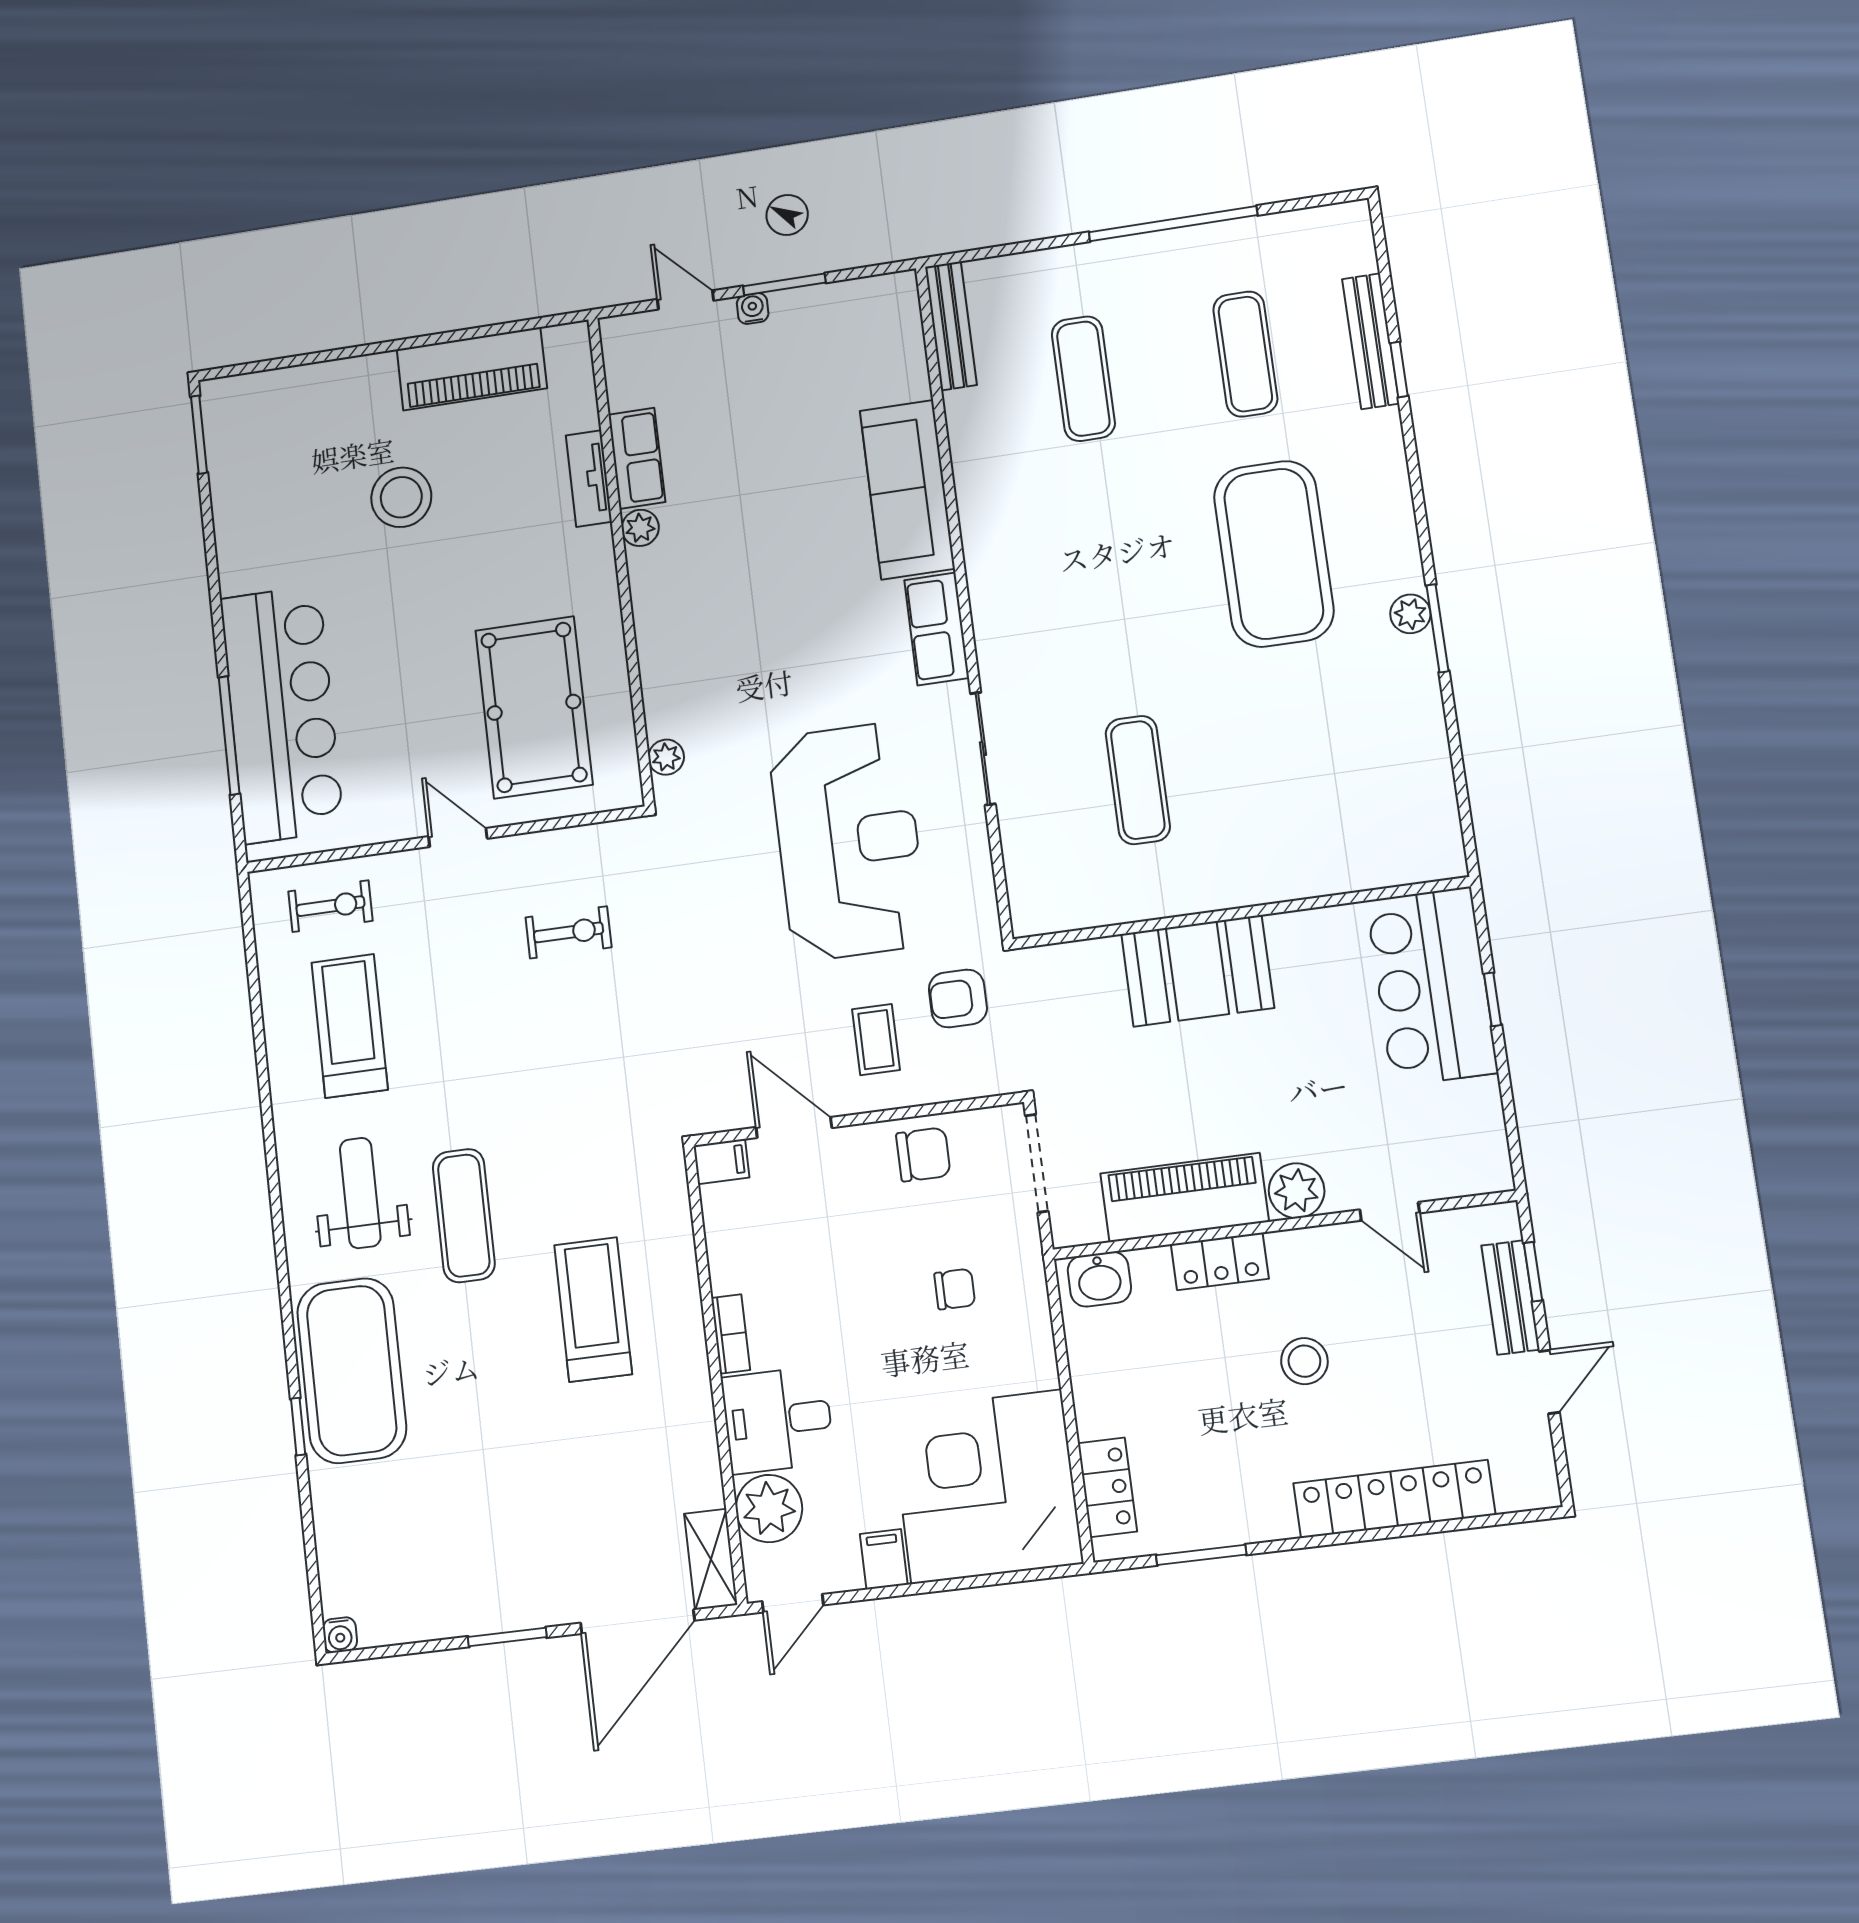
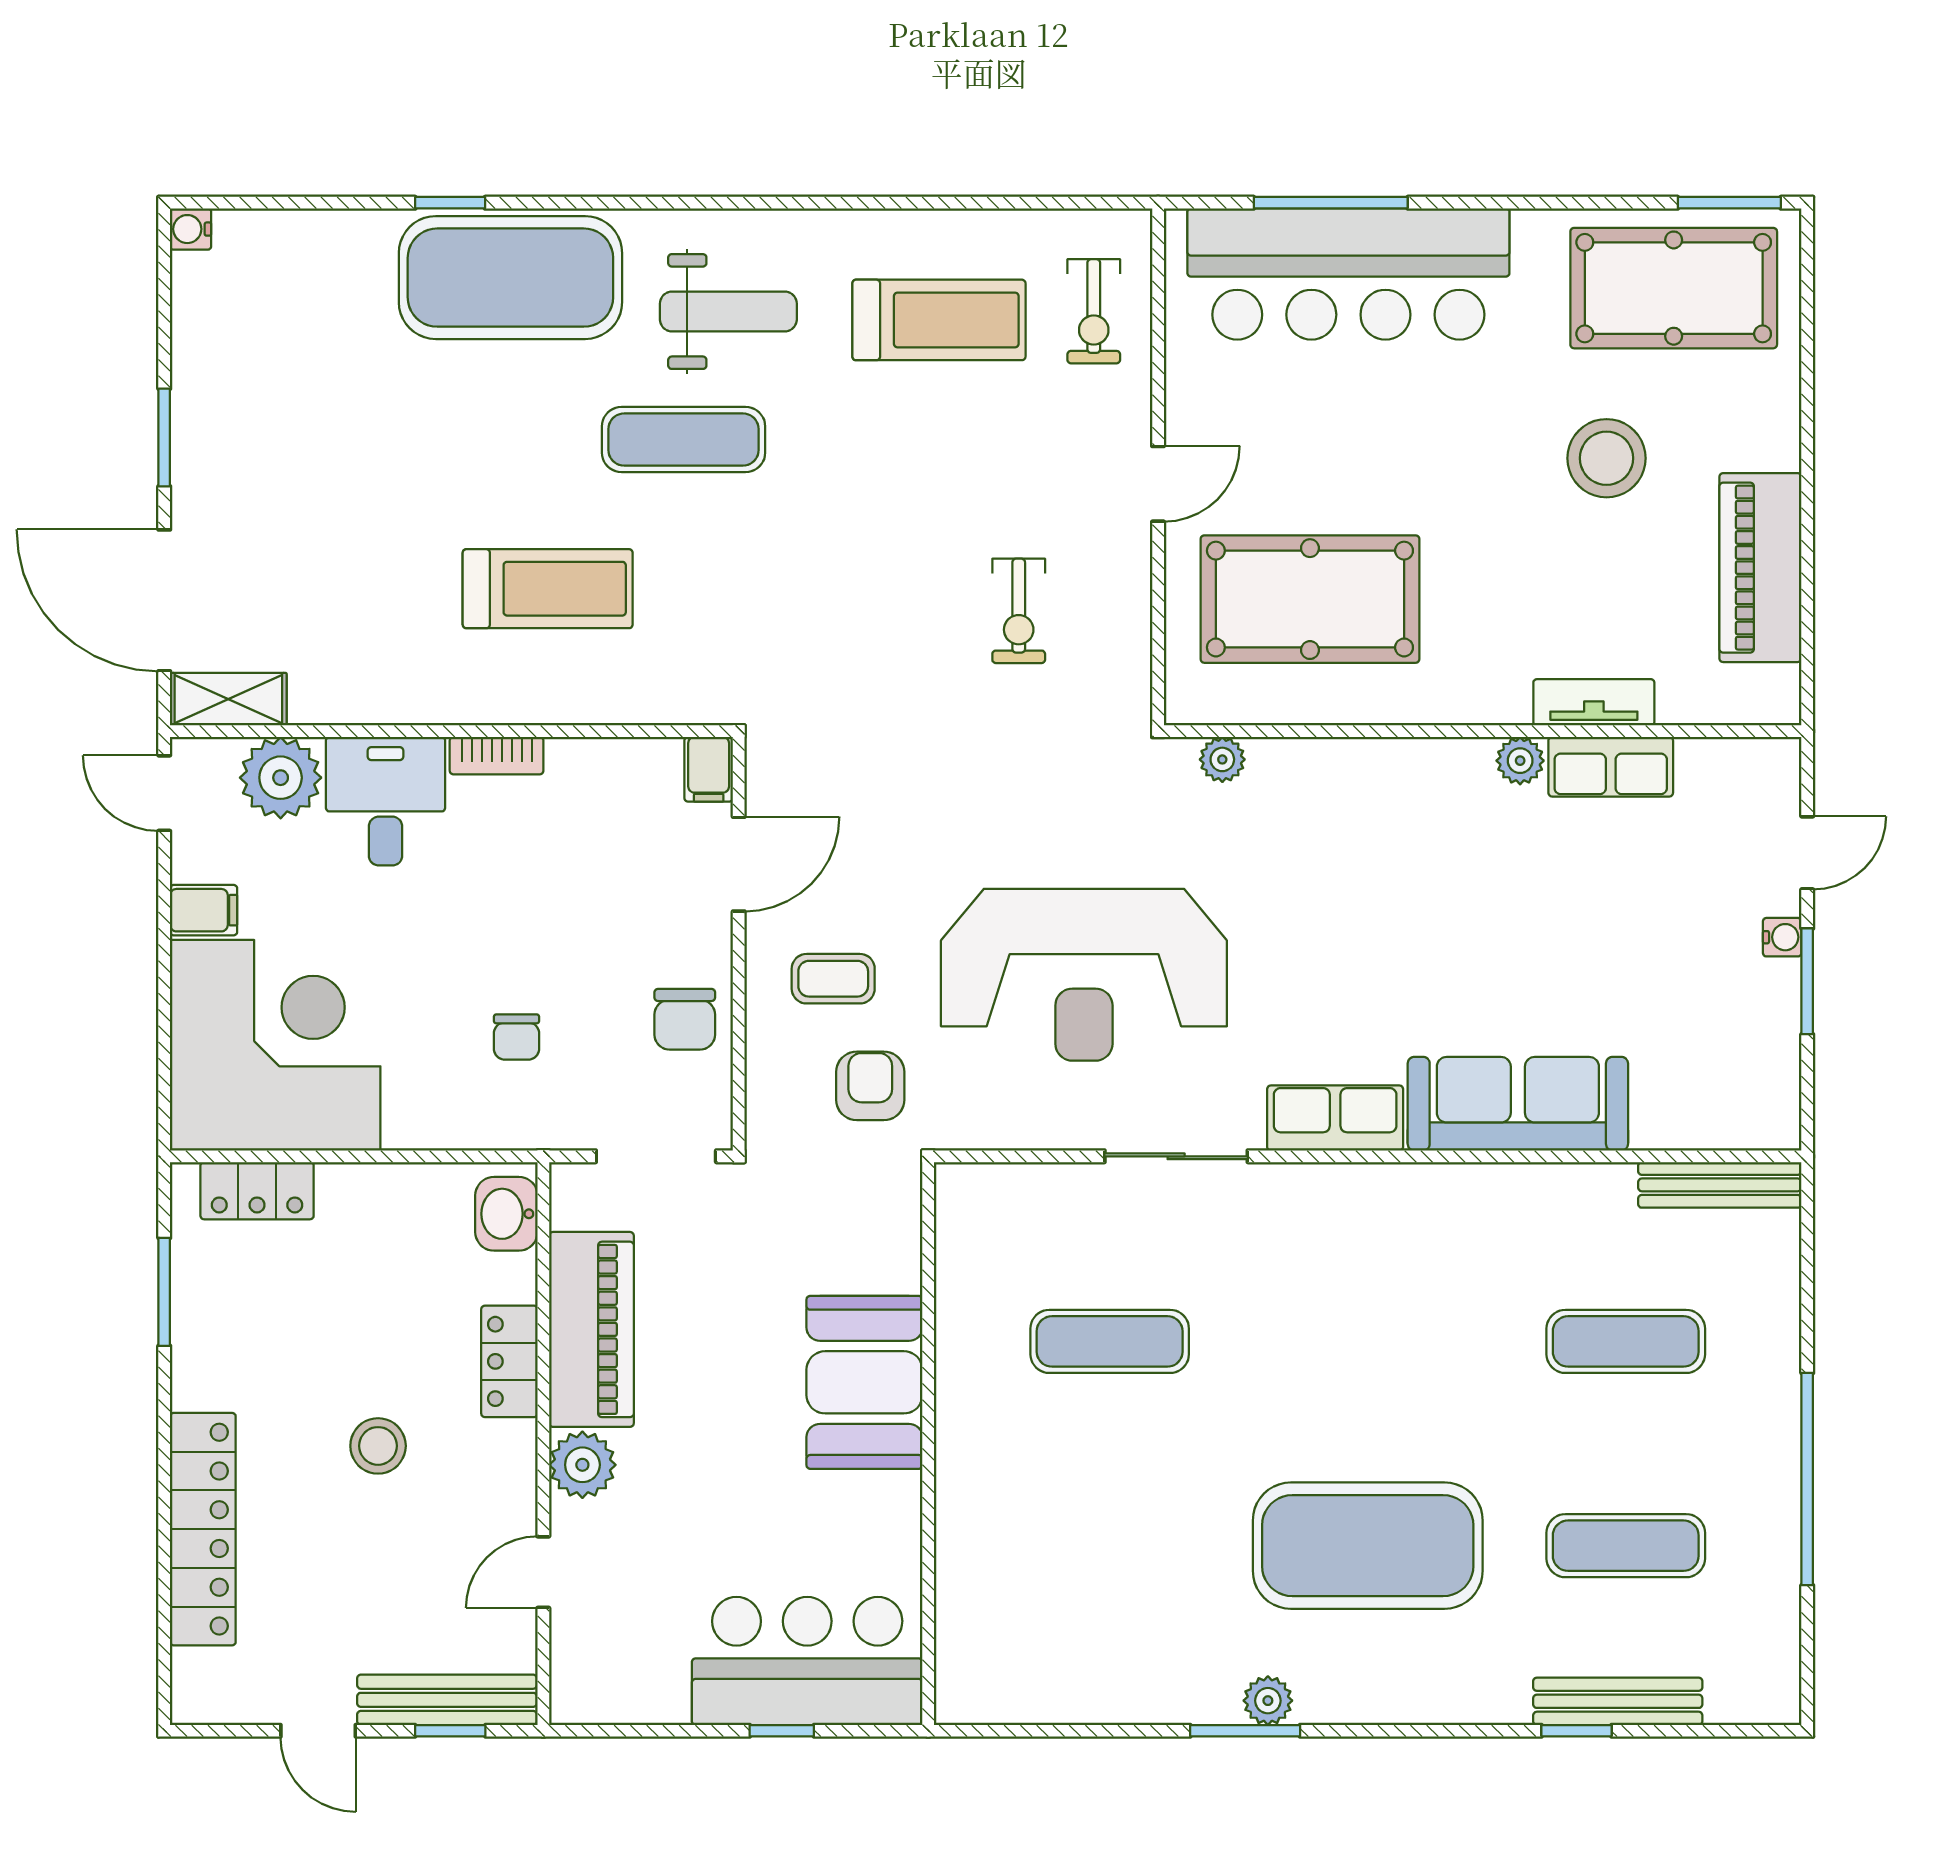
pool table: (267, 466) -> (1674, 288), added
bench: (1510, 1297) -> (447, 1700), width x1.36

